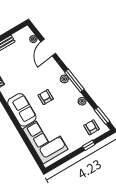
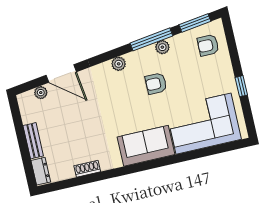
window: (74, 81) -> (151, 39), moved
armchair: (46, 97) -> (156, 84), moved
window: (89, 145) -> (241, 86), moved

